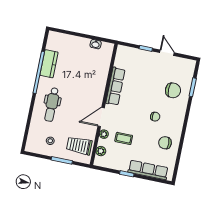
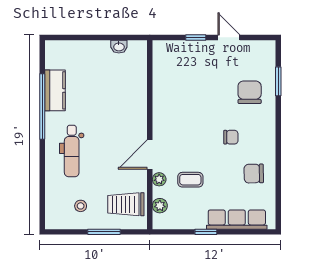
row of seats: (115, 86) -> (162, 104), removed
chair: (173, 90) -> (250, 92), turned -90

